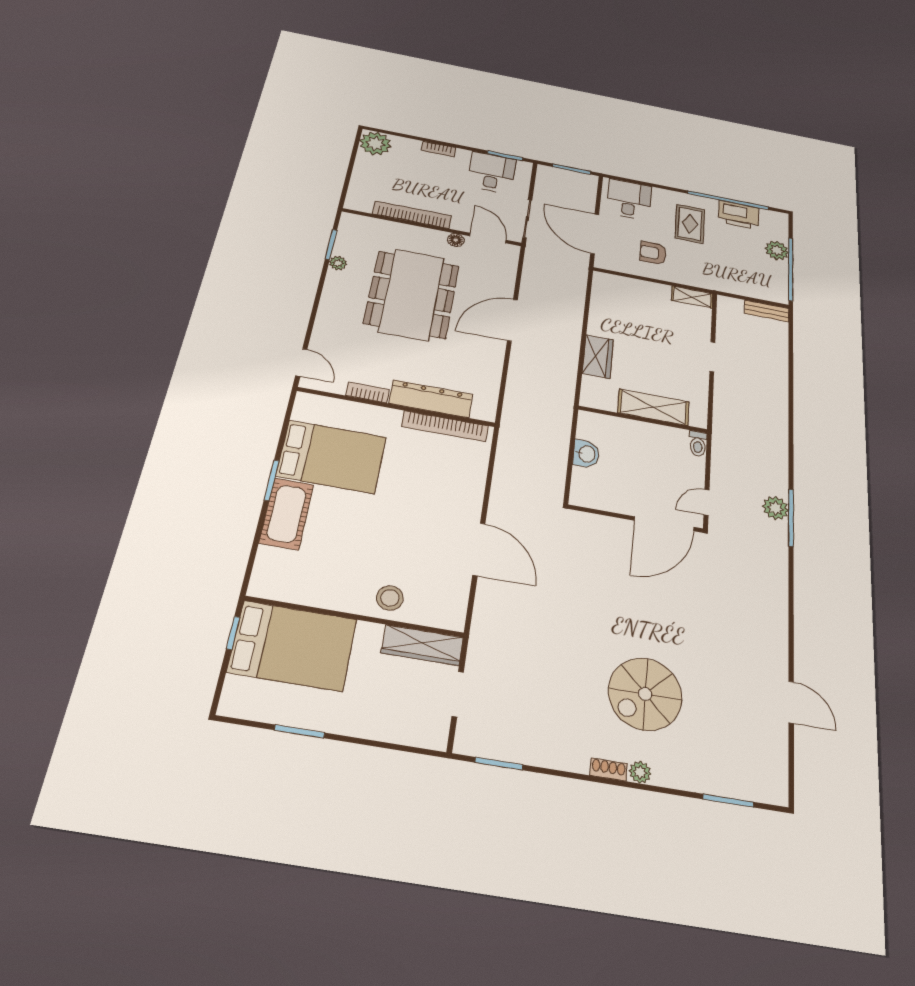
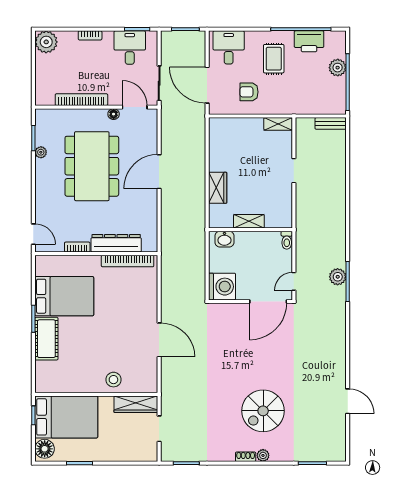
shelving: (653, 407) -> (249, 221), width x0.67, depth x0.75
washbasin: (586, 454) -> (224, 239), moved, turned 90
washing machine: (592, 489) -> (222, 287), added
floor lamp: (239, 695) -> (45, 449), added

